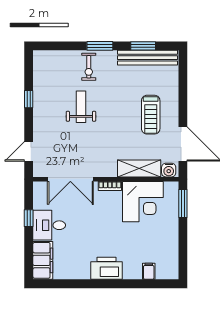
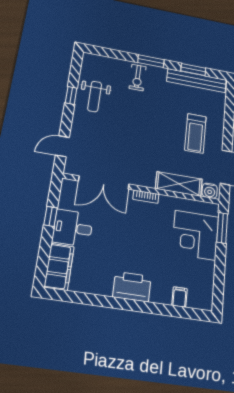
weight bench: (81, 107) -> (95, 96), moved, turned 180
corner desk: (143, 202) -> (195, 235), moved, turned 90

